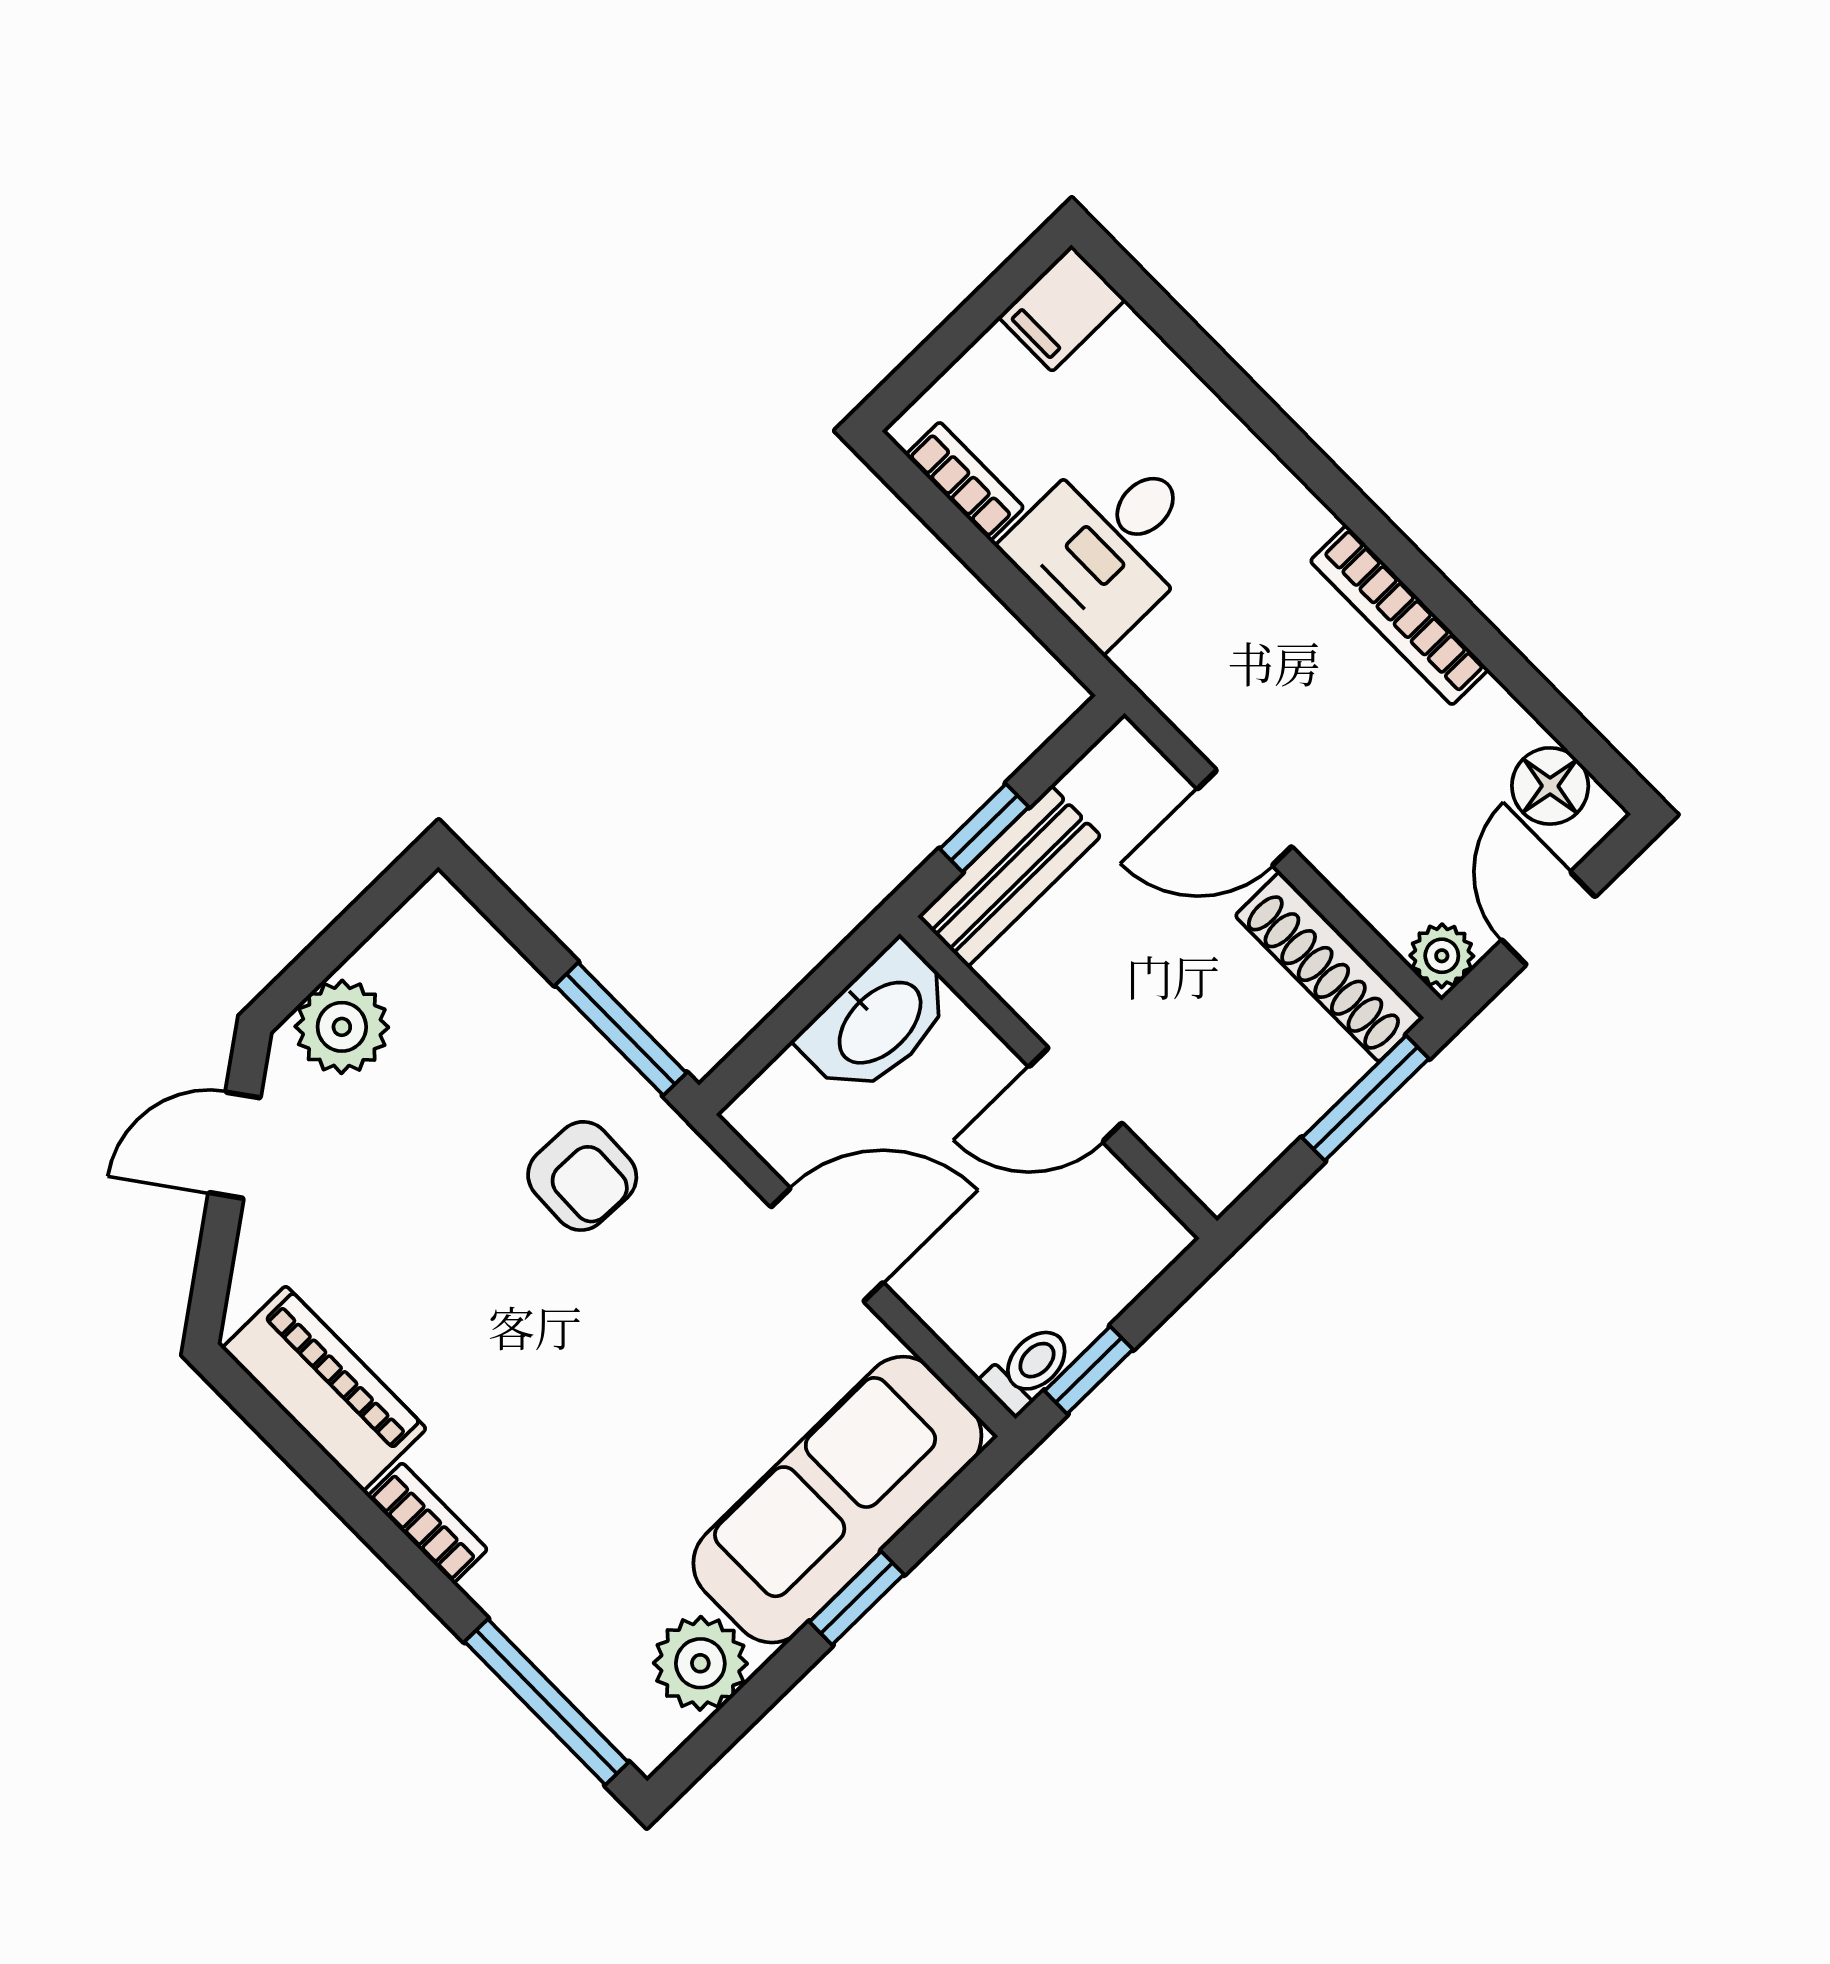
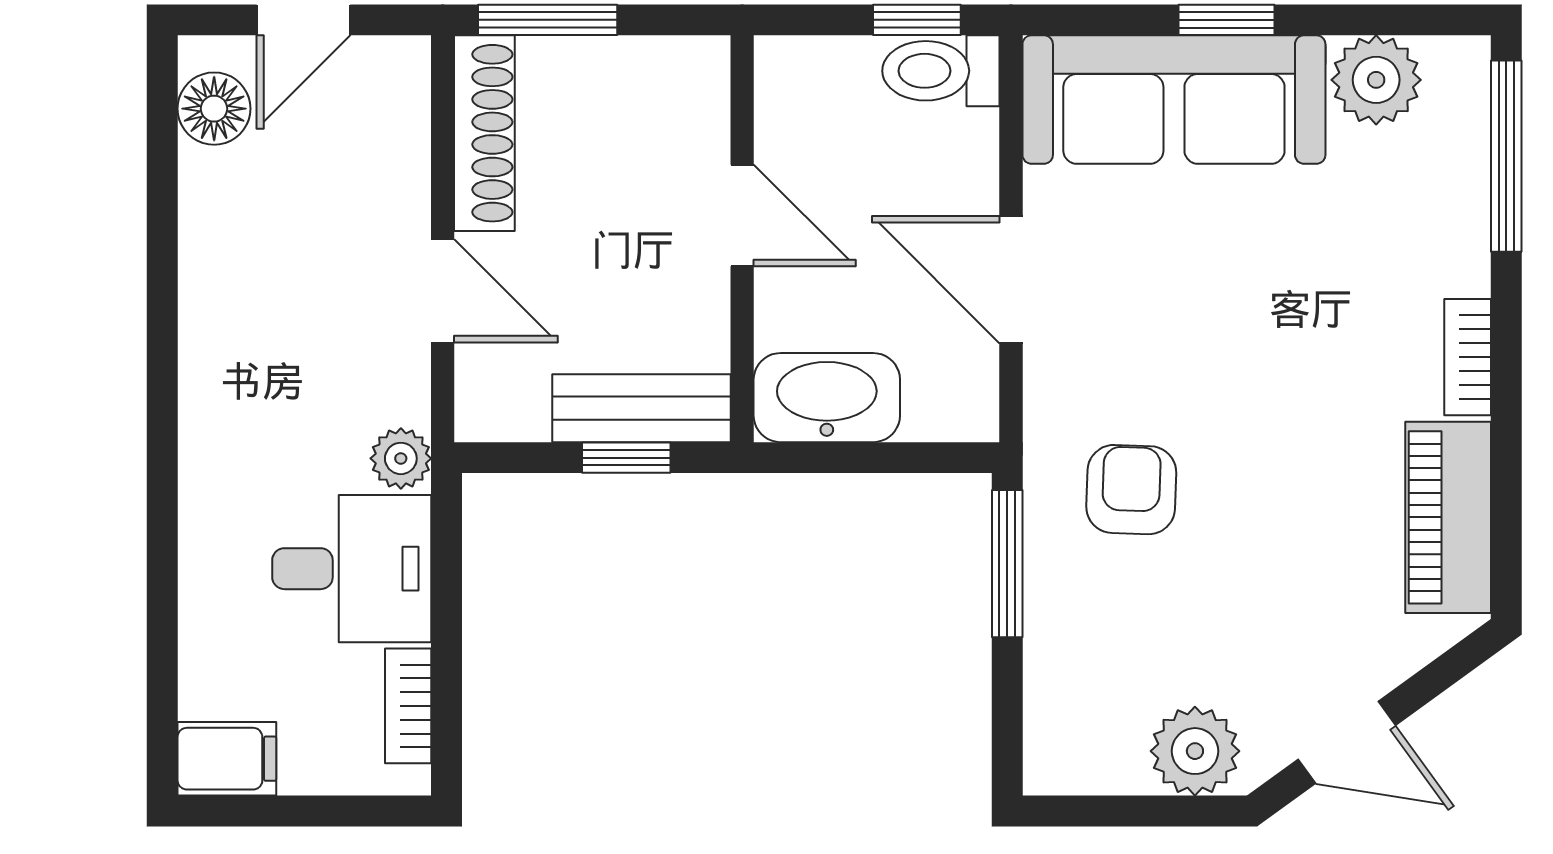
bookcase: (1399, 615) -> (202, 325), removed
plant: (1442, 956) -> (401, 458), moved
toilet: (1028, 1369) -> (941, 71), width x1.37, depth x1.39

